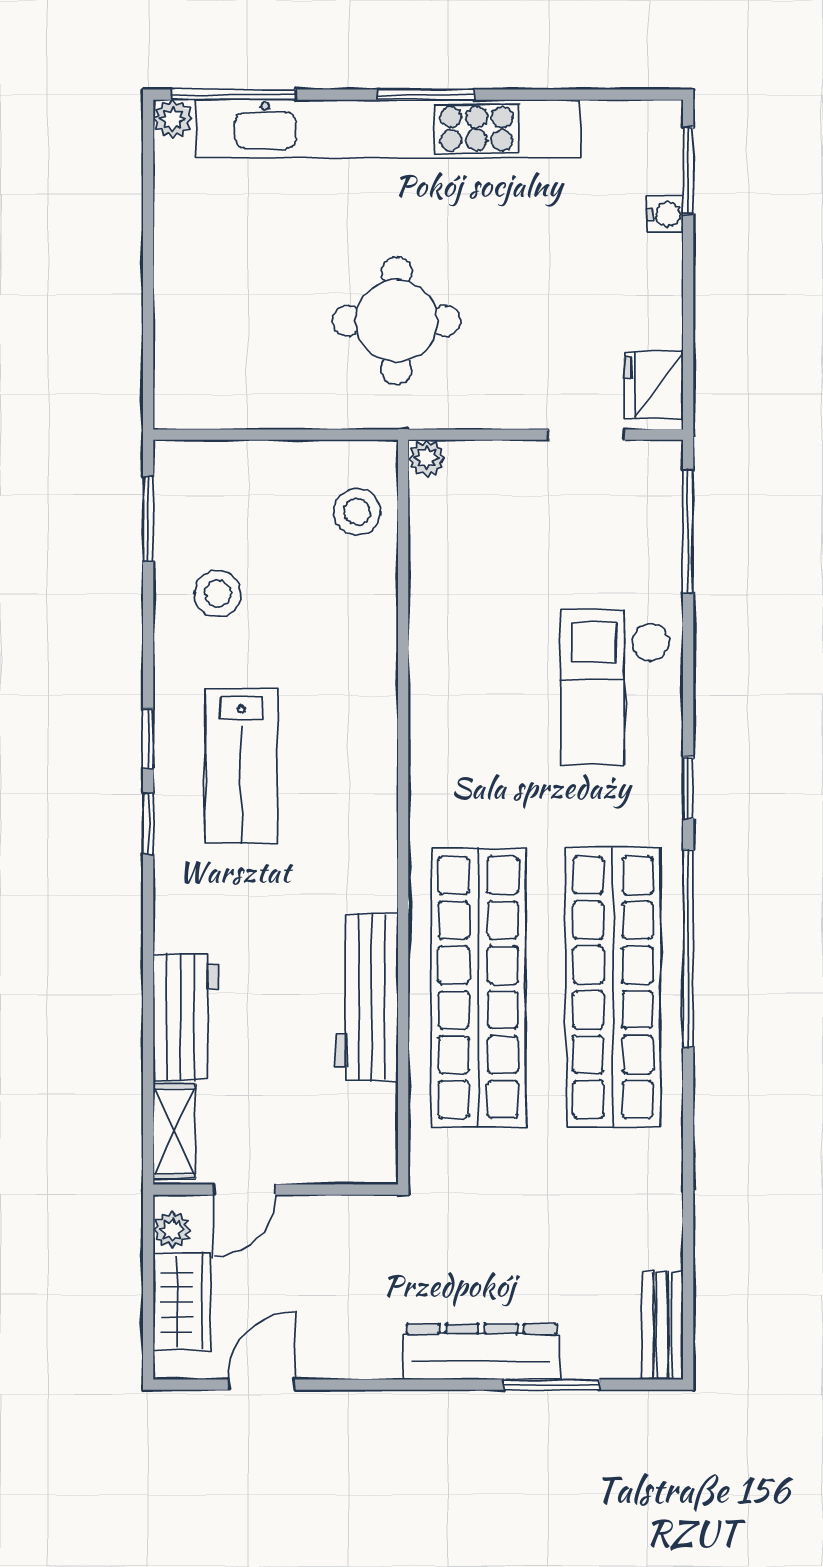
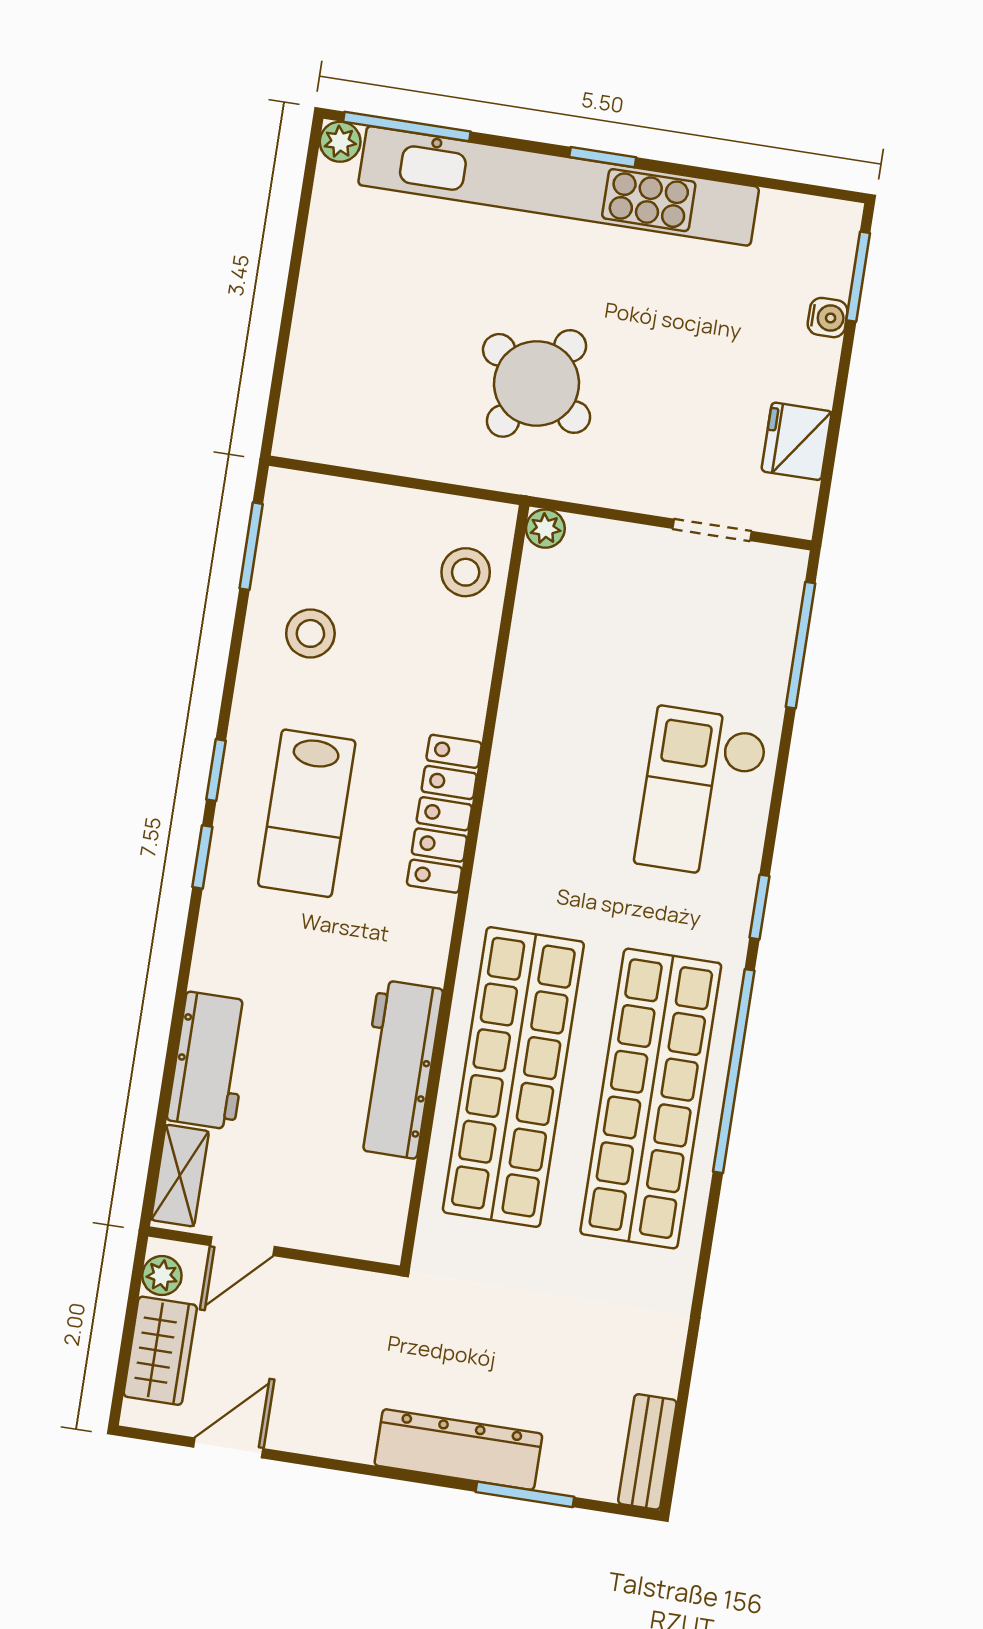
window: (426, 95) -> (603, 157), width x0.67
round table: (397, 321) -> (537, 383), turned 33
fridge: (654, 385) -> (797, 441), moved
locker: (373, 746) -> (444, 814), added

